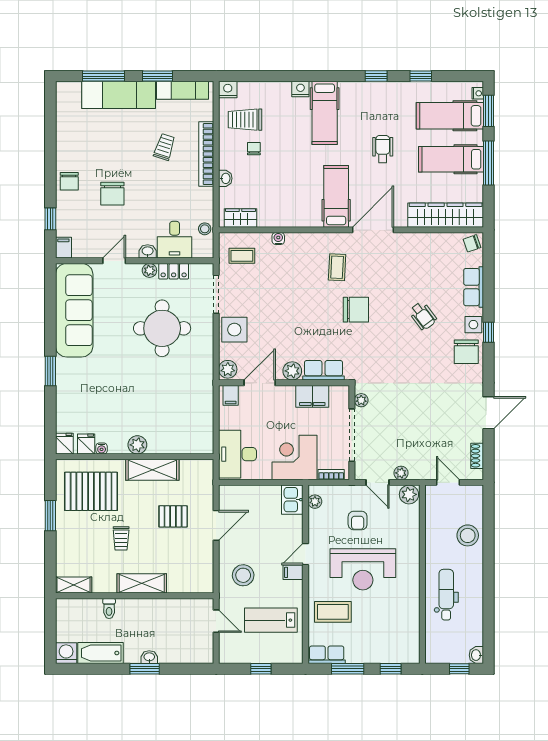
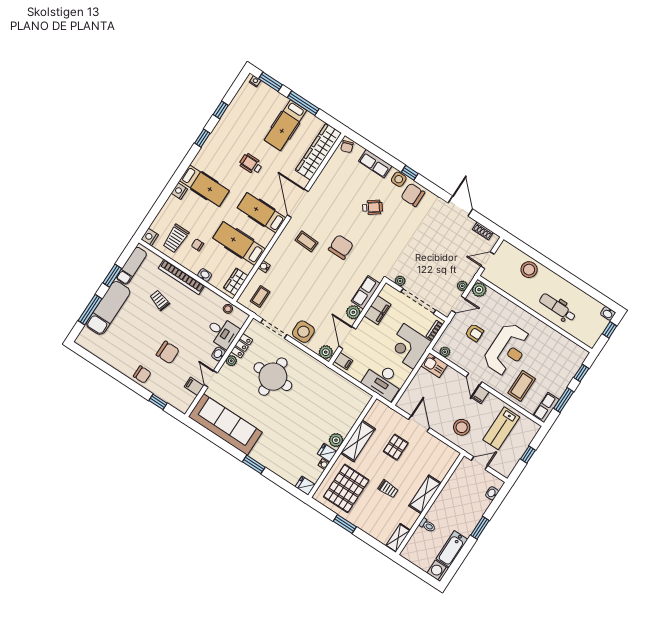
hospital bed: (450, 116) -> (239, 243), moved, turned 90
filing cabinet: (63, 248) -> (194, 386), moved
chair: (466, 352) -> (413, 195), turned 180
fridge: (86, 444) -> (327, 453), moved
washbasin: (149, 657) -> (492, 493), moved

